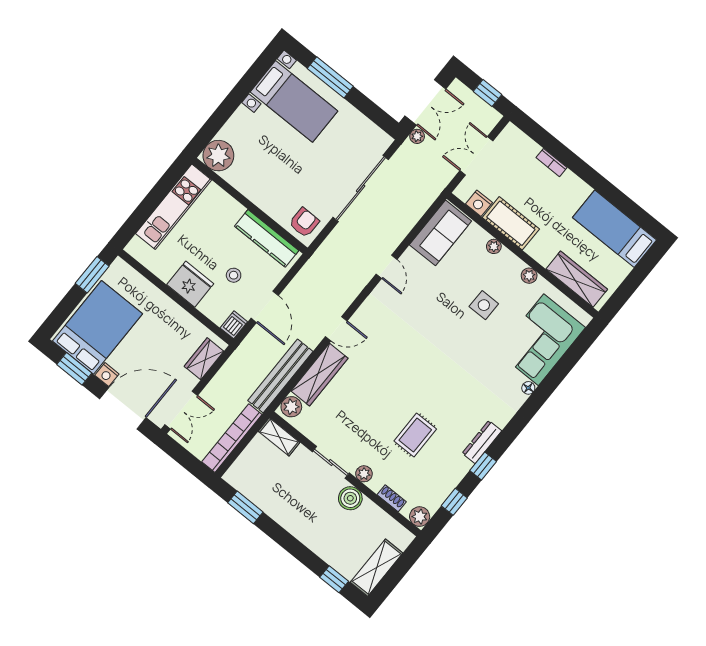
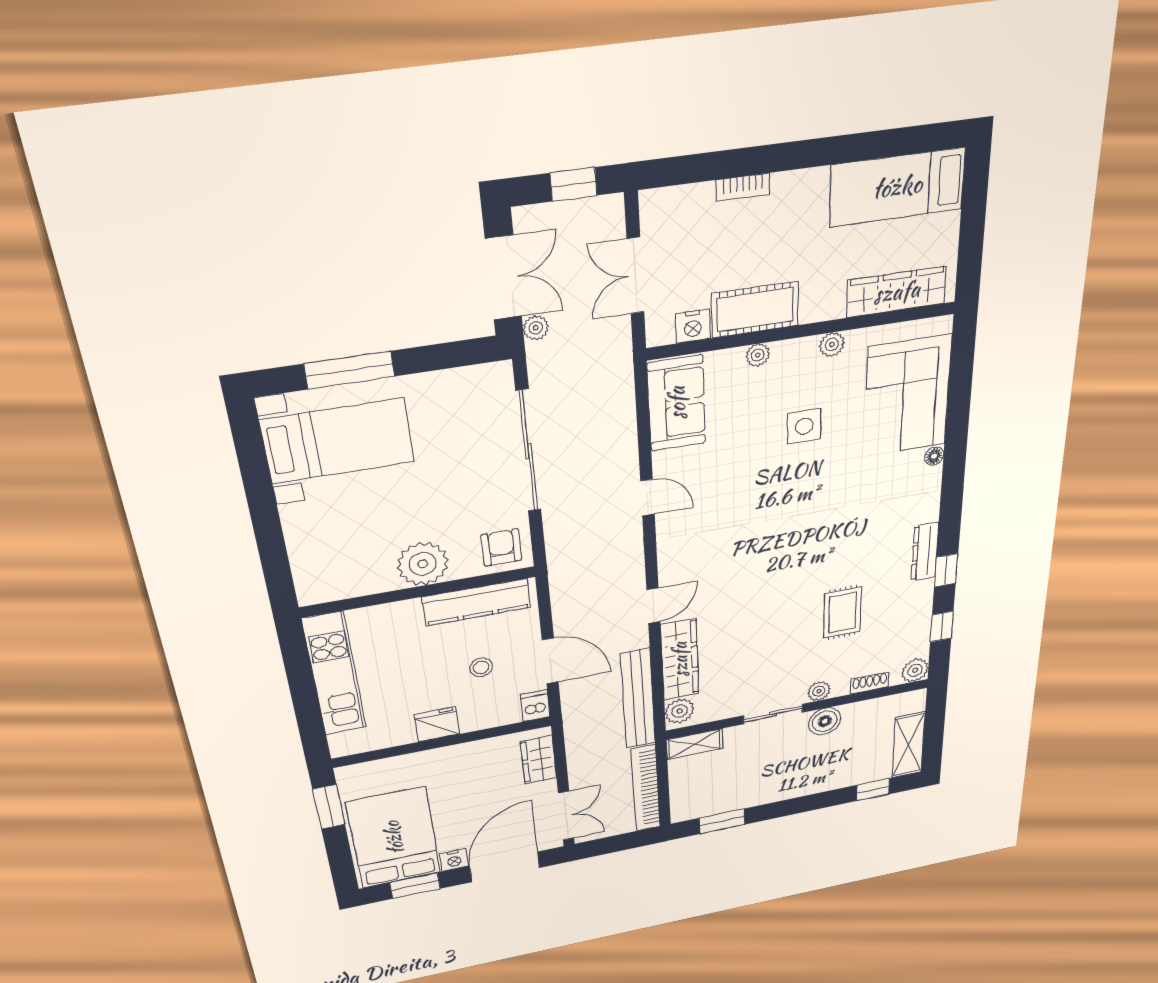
plant: (218, 156) -> (423, 564), moved
fridge: (190, 284) -> (437, 724), width x0.73, depth x0.75

